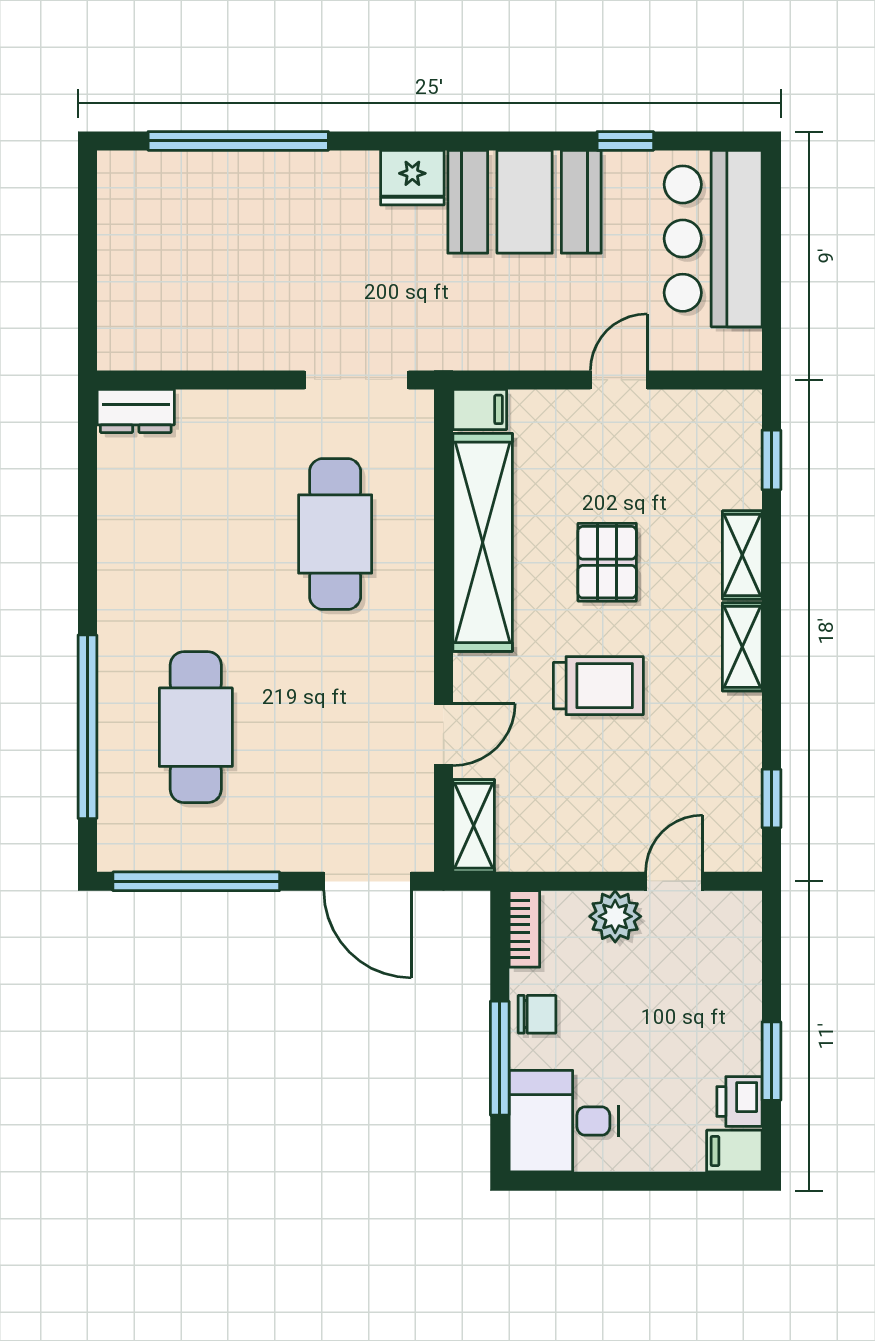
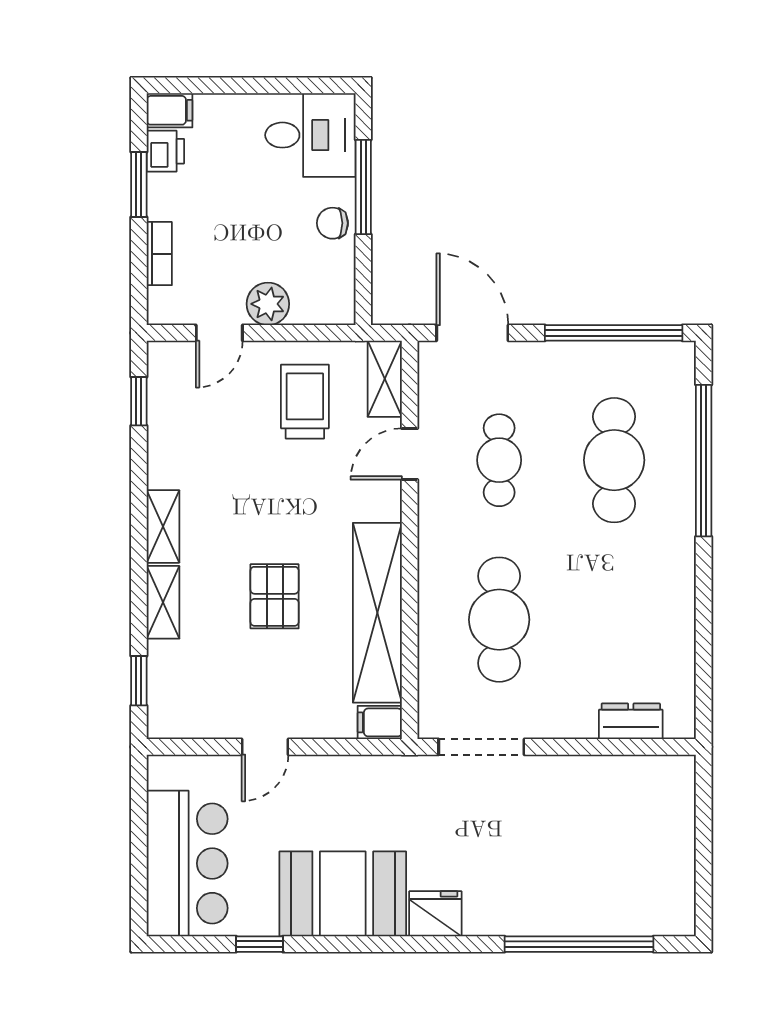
dresser: (136, 411) -> (631, 721), moved
trolley: (598, 686) -> (305, 402), moved, turned 90
cafe table: (335, 727) -> (499, 460), added
bookcase: (524, 929) -> (159, 254), moved, turned 180

